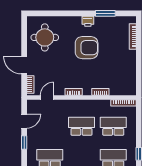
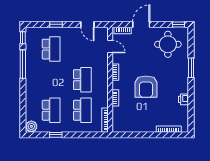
window: (105, 13) -> (191, 68), moved
printer: (88, 21) -> (184, 99), moved
window: (24, 26) -> (178, 24), added
armchair: (87, 48) -> (146, 87), moved
window: (24, 143) -> (56, 24), moved

